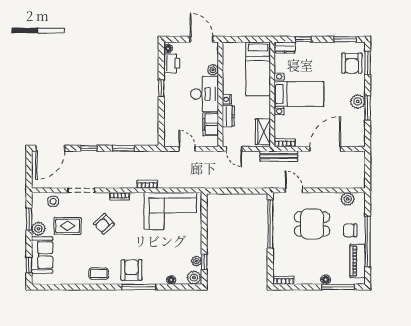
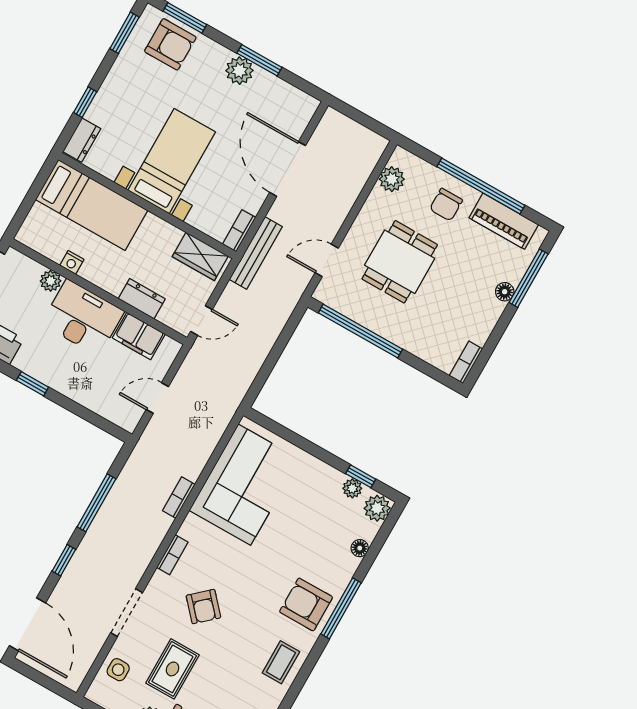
nightstand: (227, 99) -> (72, 262), moved
window: (124, 148) -> (96, 503), width x1.44

